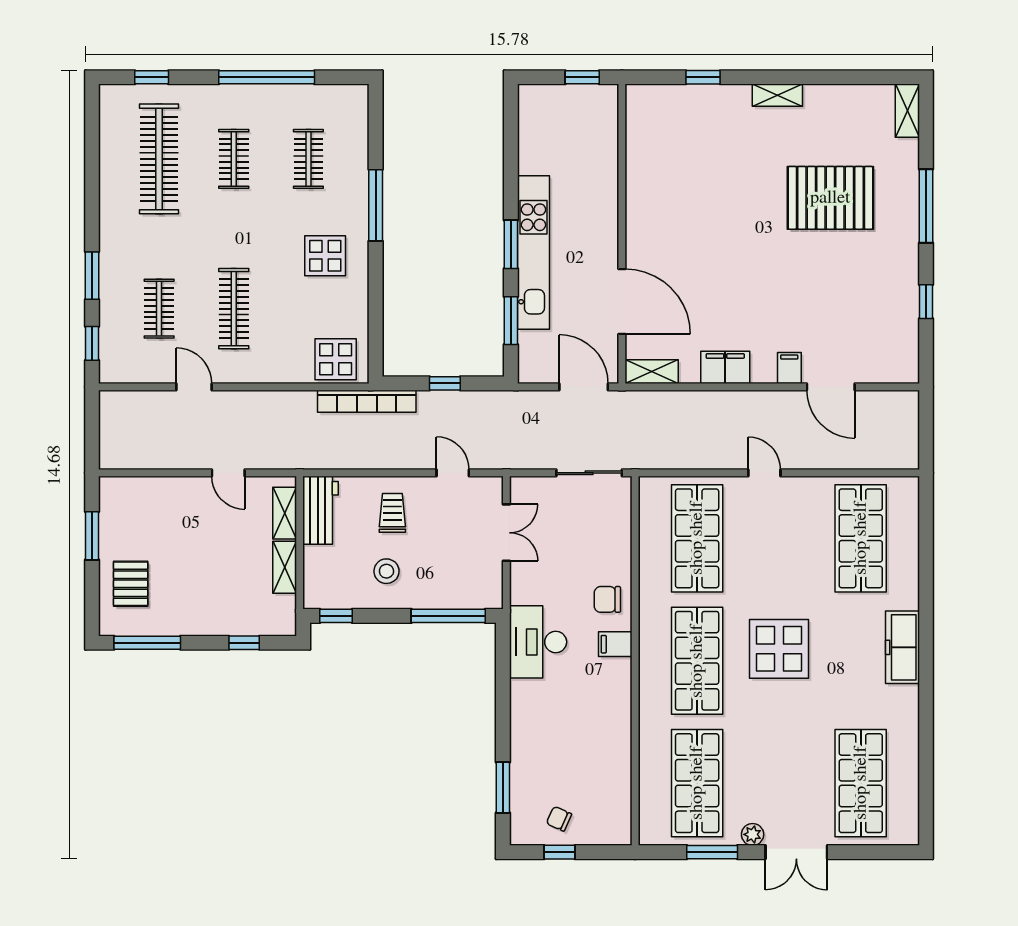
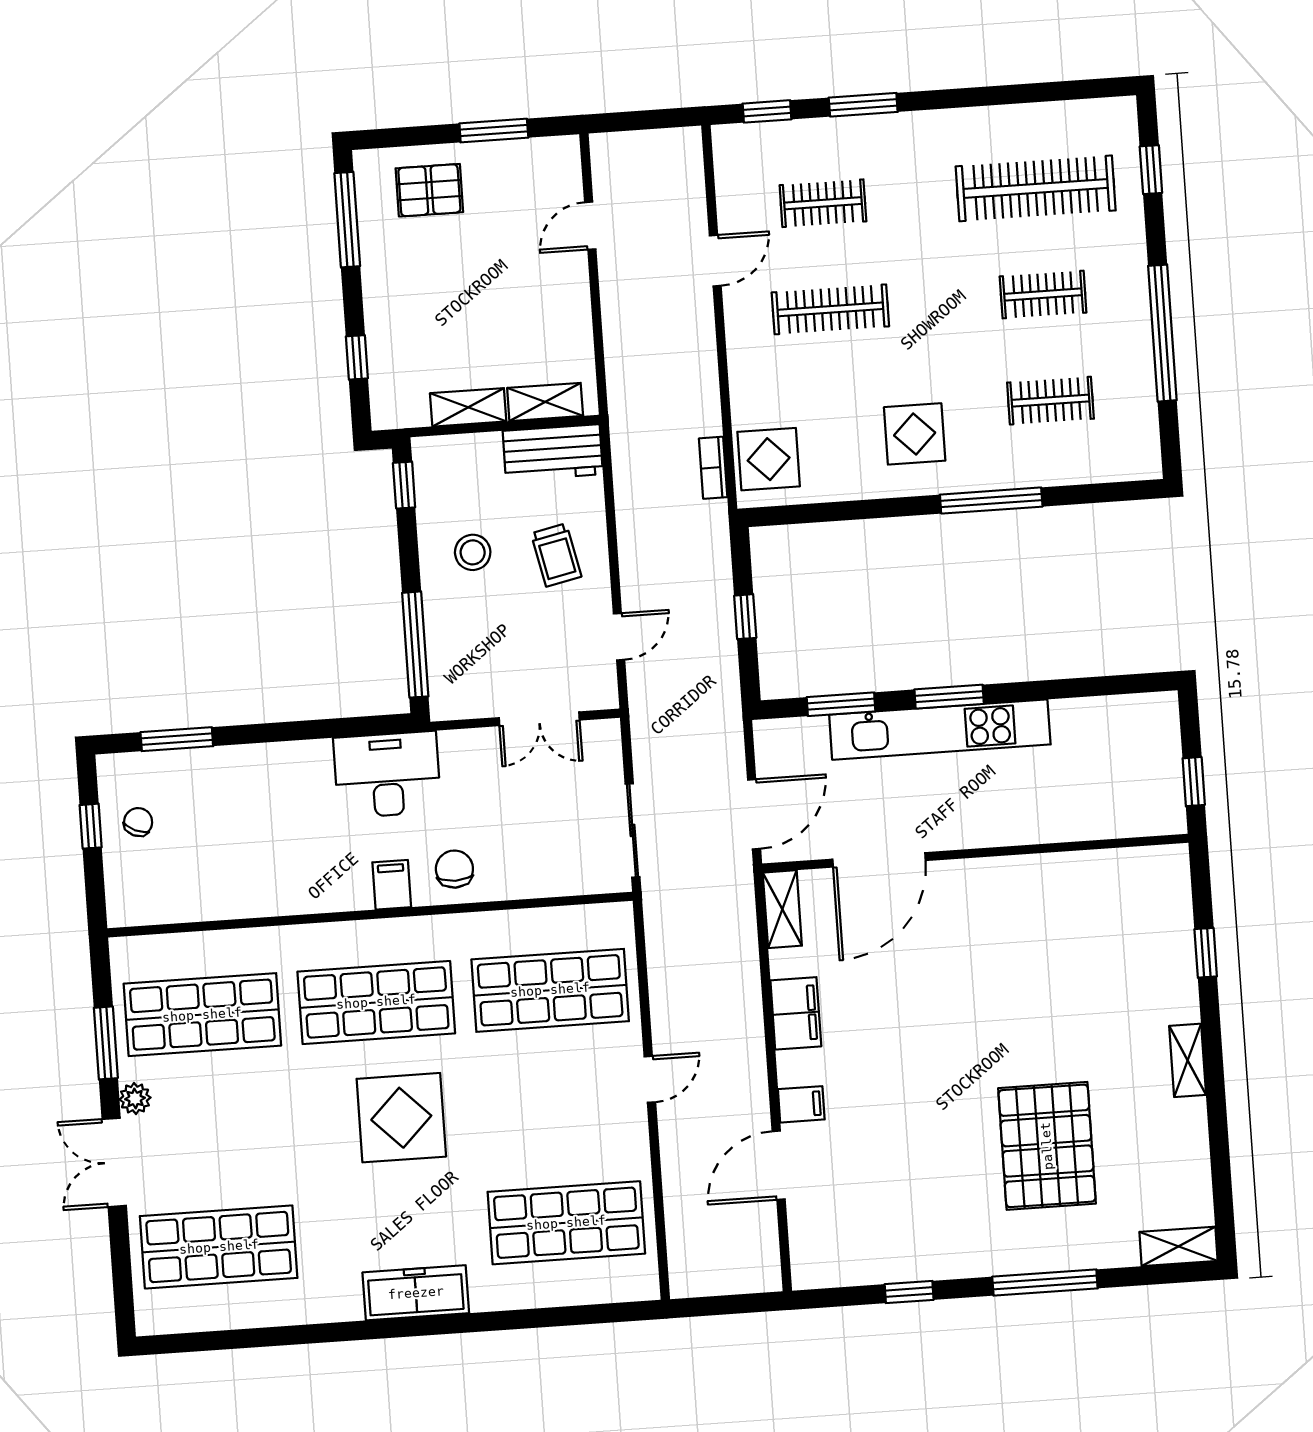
bookcase: (367, 401) -> (713, 468), width x0.43, depth x0.76
door: (228, 473) -> (590, 226), moved
trolley: (392, 513) -> (556, 555), turned 78

